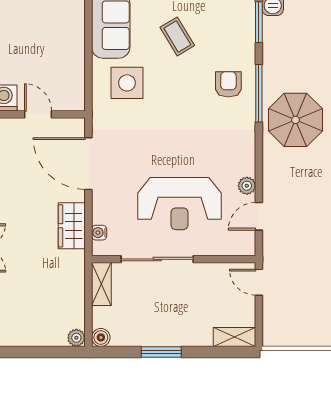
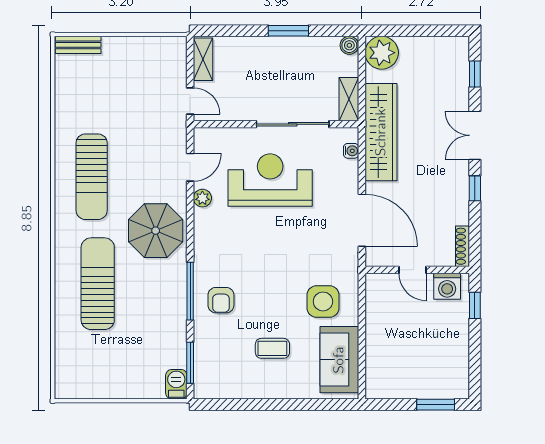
coffee table: (177, 36) -> (272, 348), turned -59
parasol: (295, 120) -> (156, 231), moved
wardrobe: (72, 226) -> (381, 132), width x2.10, depth x1.17
shelving: (234, 337) -> (203, 59), moved, turned 90
plant: (76, 338) -> (382, 53), width x1.88, depth x1.88

